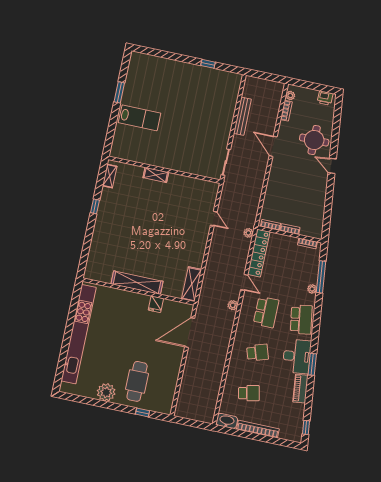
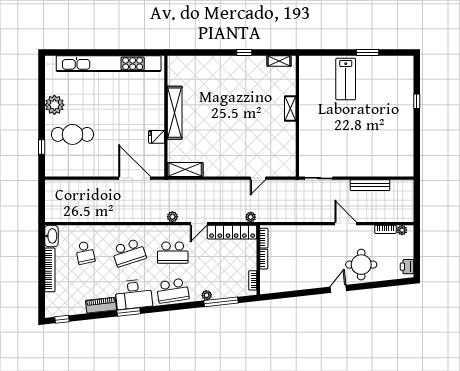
window: (208, 64) -> (417, 101), moved
door: (273, 146) -> (346, 224), hinge flipped
school desk: (257, 353) -> (129, 253), width x1.85

